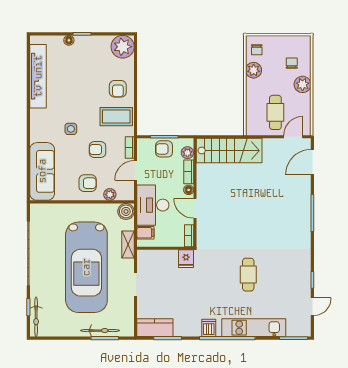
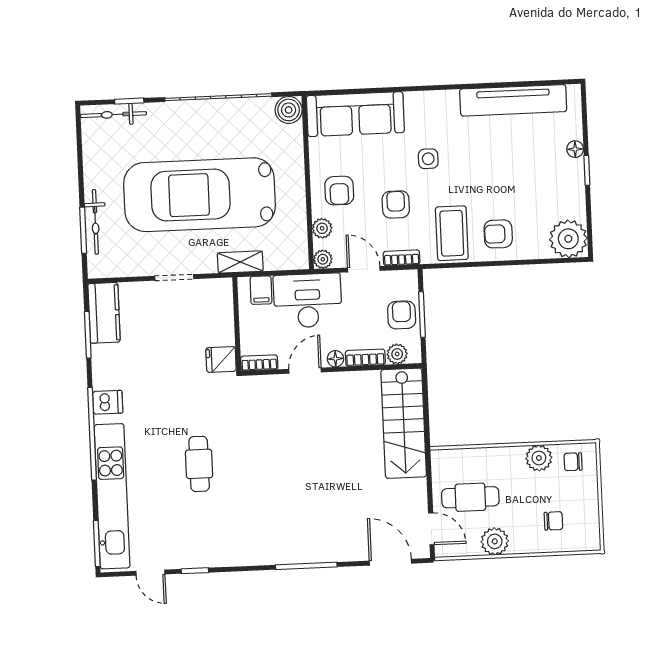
plant: (303, 84) -> (495, 541), moved
plant: (128, 195) -> (323, 259), added
boiler: (126, 211) -> (289, 110), moved
cafe table: (248, 275) -> (199, 464), turned 90
kitchen unit: (254, 328) -> (112, 496), width x1.36

